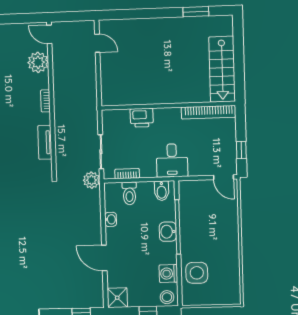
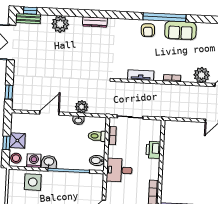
plant: (92, 180) -> (82, 107), moved
washbasin: (168, 232) -> (49, 162), moved
shower: (117, 298) -> (17, 141), moved

